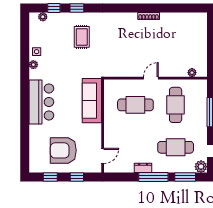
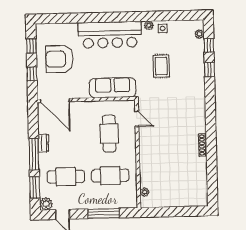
rug: (82, 37) -> (161, 66), moved, turned 90
door: (151, 78) -> (137, 119), moved
bar counter: (41, 102) -> (110, 35), width x1.36
cafe table: (176, 147) -> (66, 177), turned 90
armchair: (63, 150) -> (60, 59), turned -90
door: (103, 156) -> (55, 100), width x1.88

